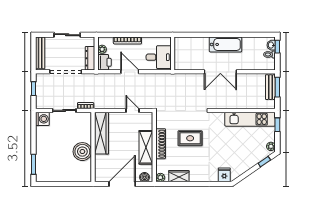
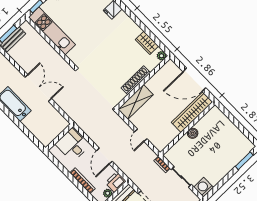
door: (132, 110) -> (141, 135), moved
wardrobe: (102, 133) -> (192, 112), moved
rug: (190, 138) -> (110, 62), removed
shelving: (146, 147) -> (136, 102), moved
boiler: (82, 152) -> (193, 133), width x0.54, depth x0.54
boiler: (145, 177) -> (173, 68), removed

